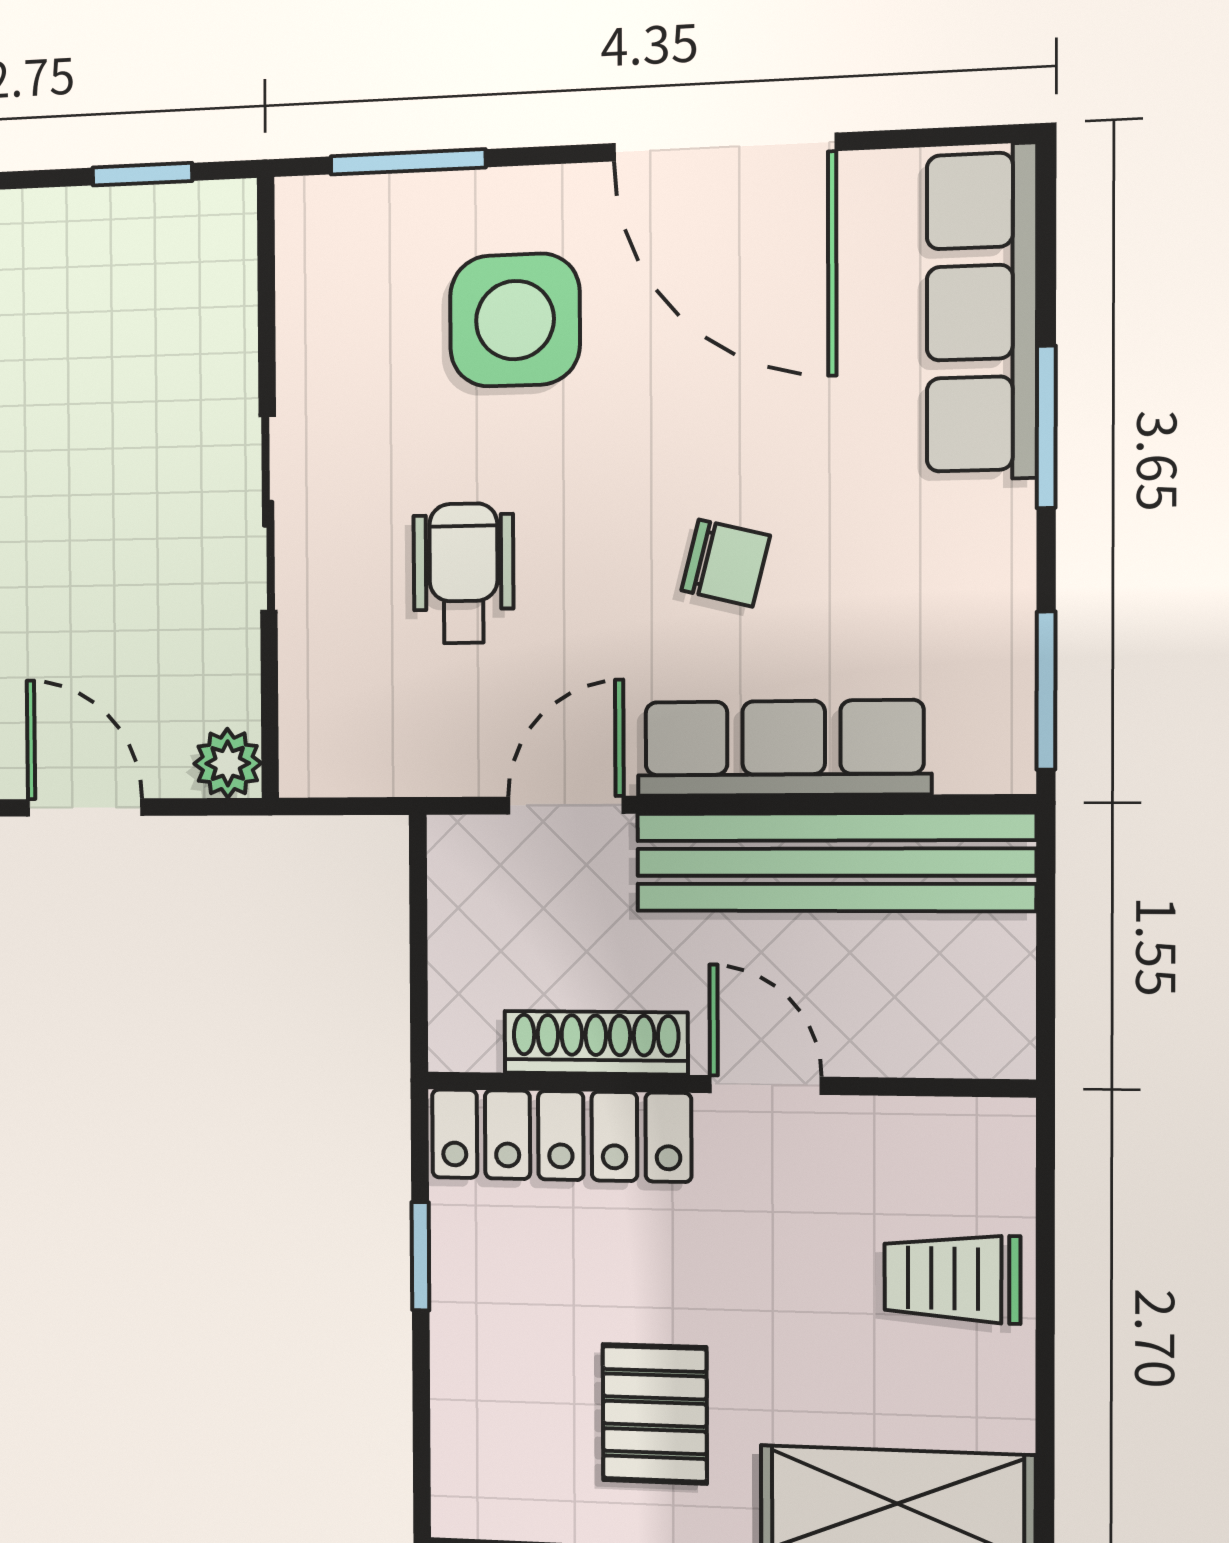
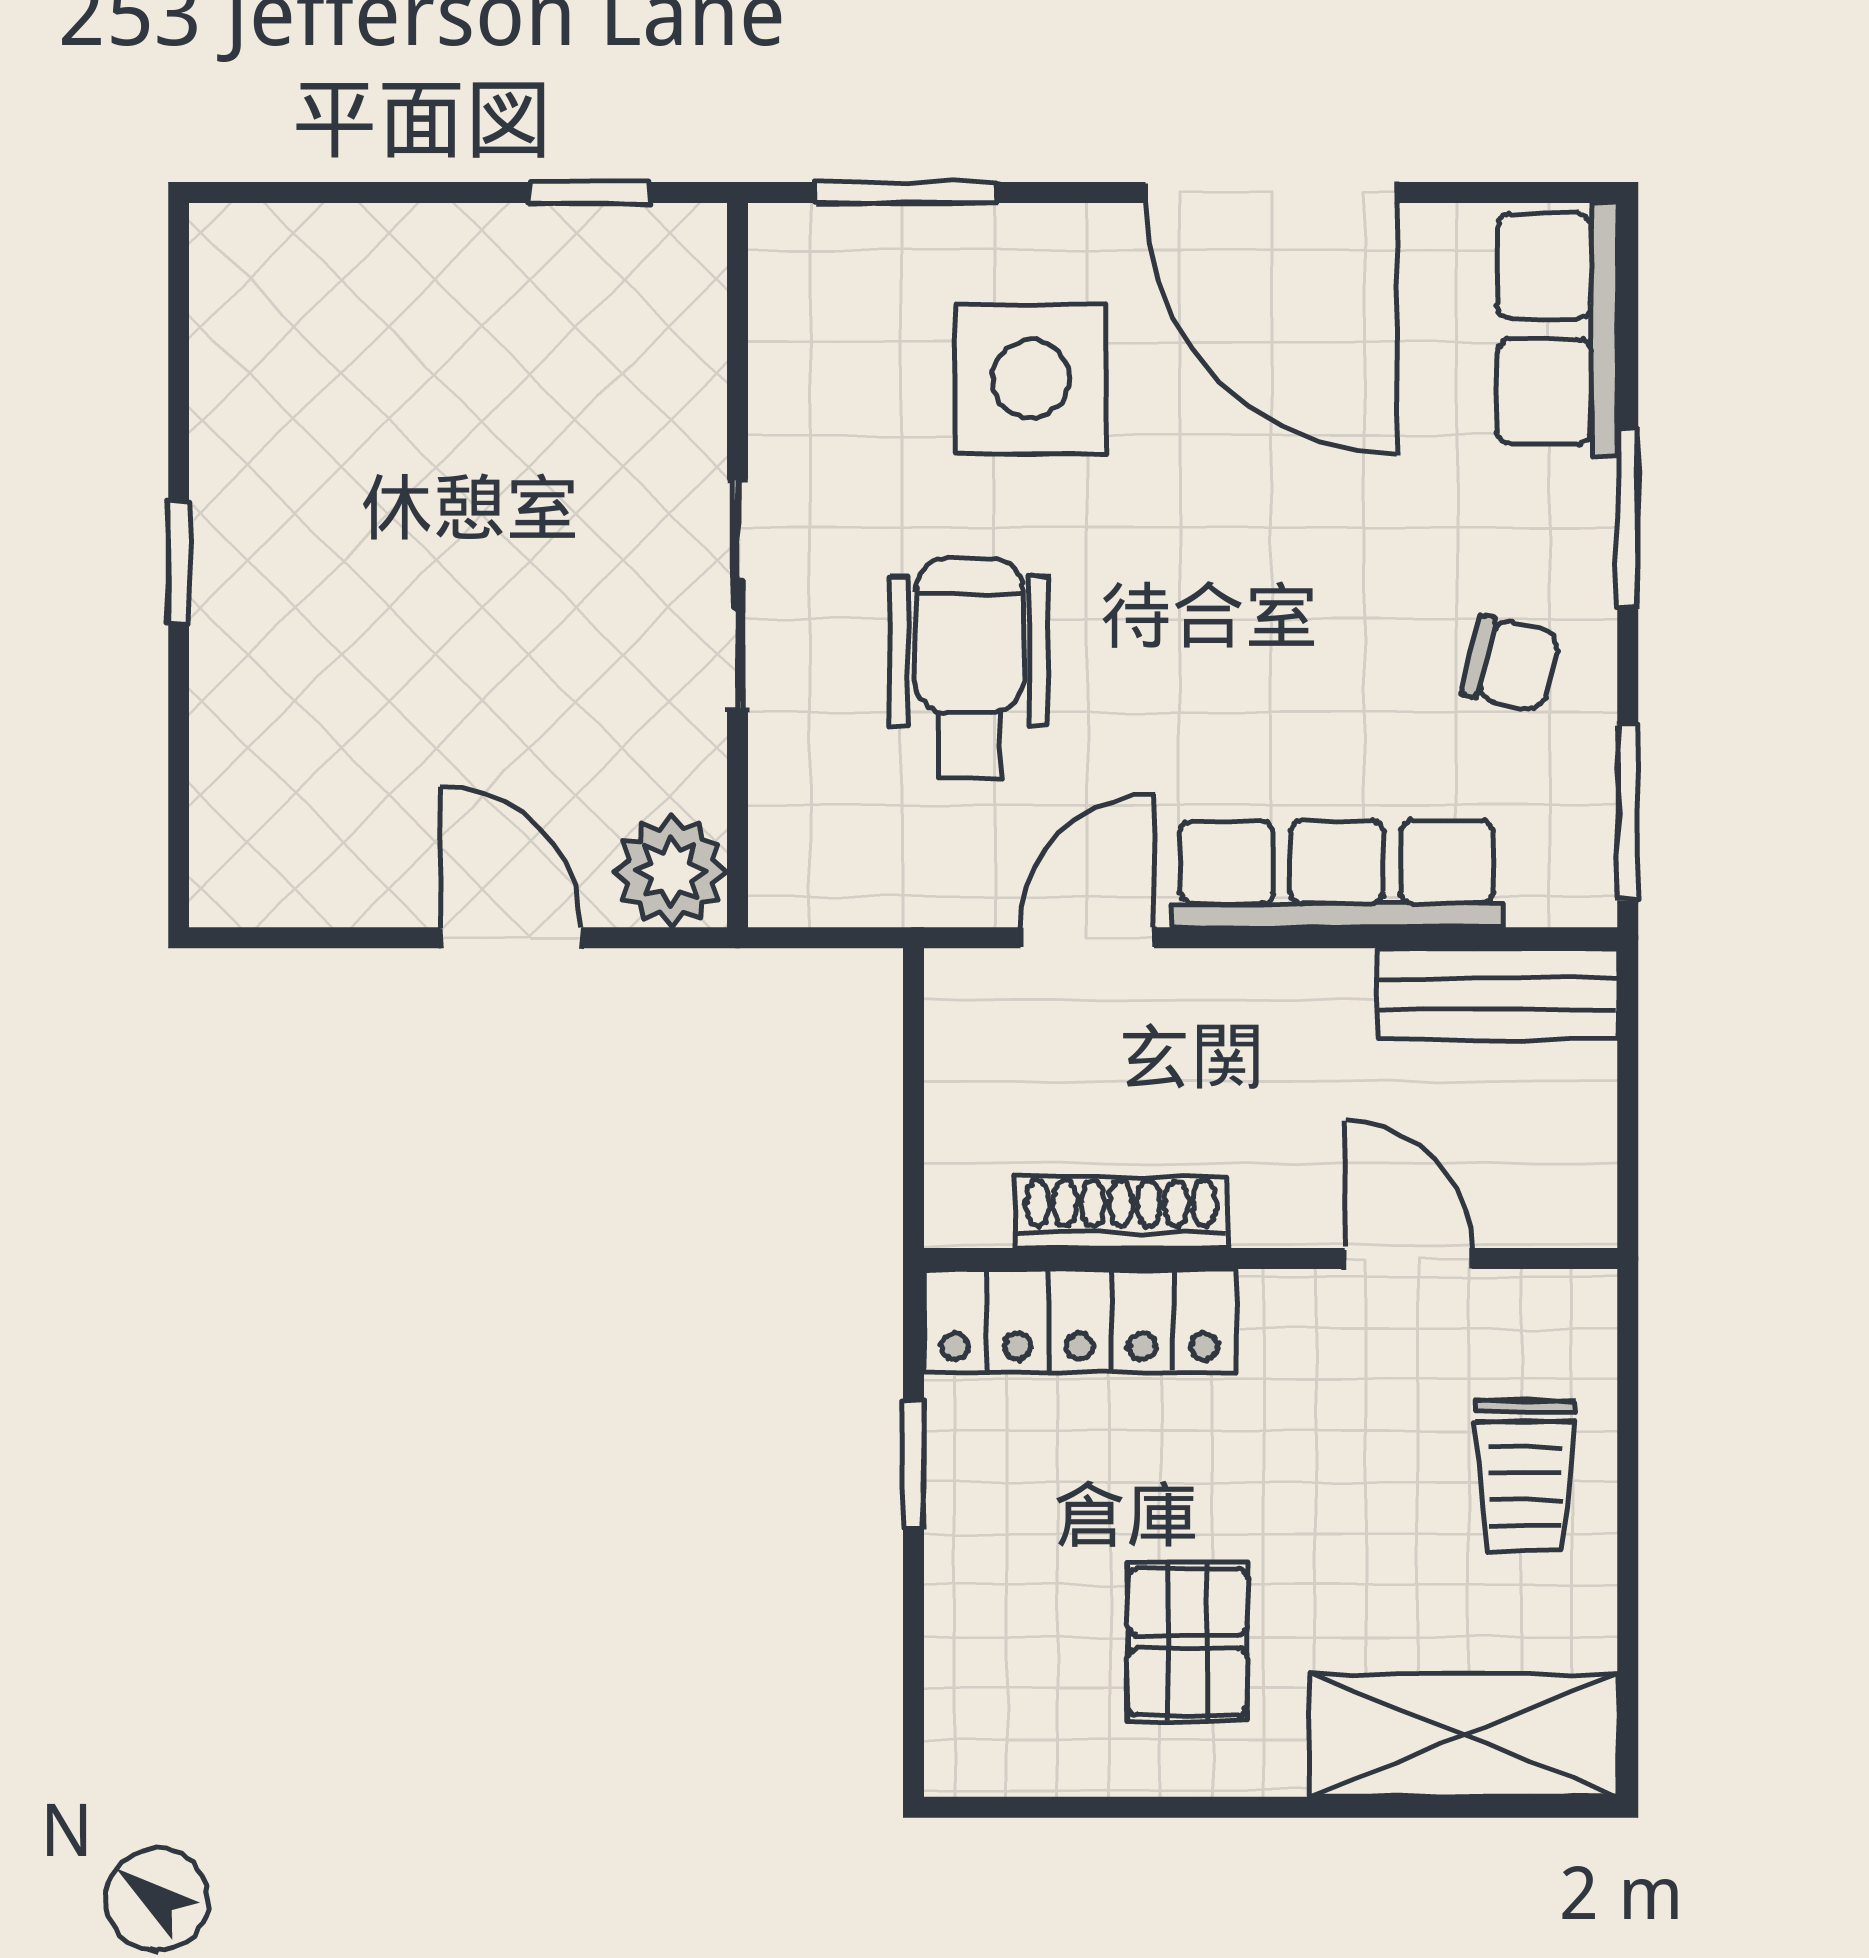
row of seats: (982, 312) -> (1557, 329), width x0.68
chair: (726, 563) -> (1511, 664), moved
wheelchair: (463, 573) -> (969, 668), width x1.36, depth x1.37
plant: (228, 763) -> (671, 871), width x1.38, depth x1.38
bench: (835, 862) -> (1497, 994), width x0.54, depth x0.82
door: (766, 1085) -> (1408, 1259), moved
trolley: (952, 1279) -> (1525, 1476), turned -90

